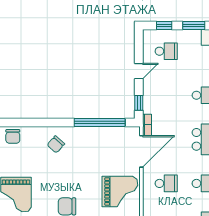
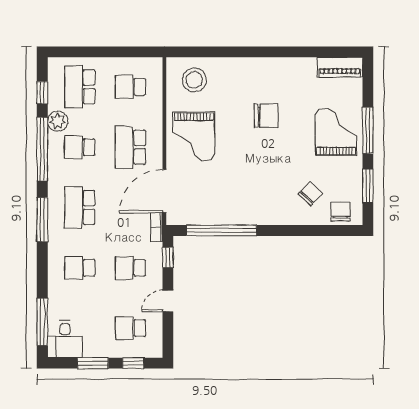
school desk: (166, 95) -> (130, 268), added
chair: (56, 144) -> (310, 194), moved
school desk: (166, 183) -> (130, 147), width x1.85
grand piano: (120, 191) -> (194, 136), turned -90

